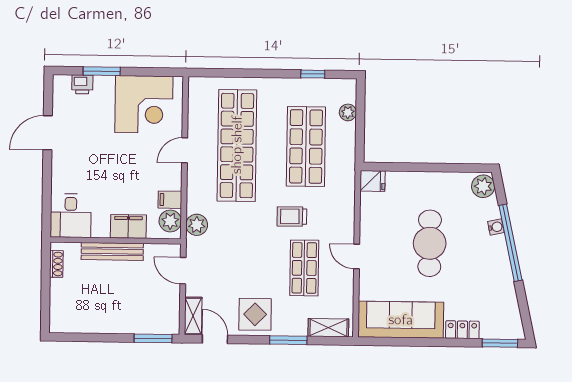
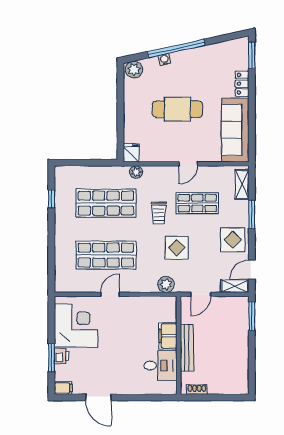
printer: (82, 84) -> (62, 356), moved
plant: (348, 112) -> (136, 172), moved
shop shelf: (237, 145) -> (106, 255), width x0.71
door: (185, 150) -> (110, 294), swing flipped
filing cabinet: (170, 200) -> (63, 388), moved, turned -90
desk: (71, 216) -> (160, 366), moved
plant: (170, 221) -> (163, 304), removed
display table: (245, 240) -> (177, 248), added

